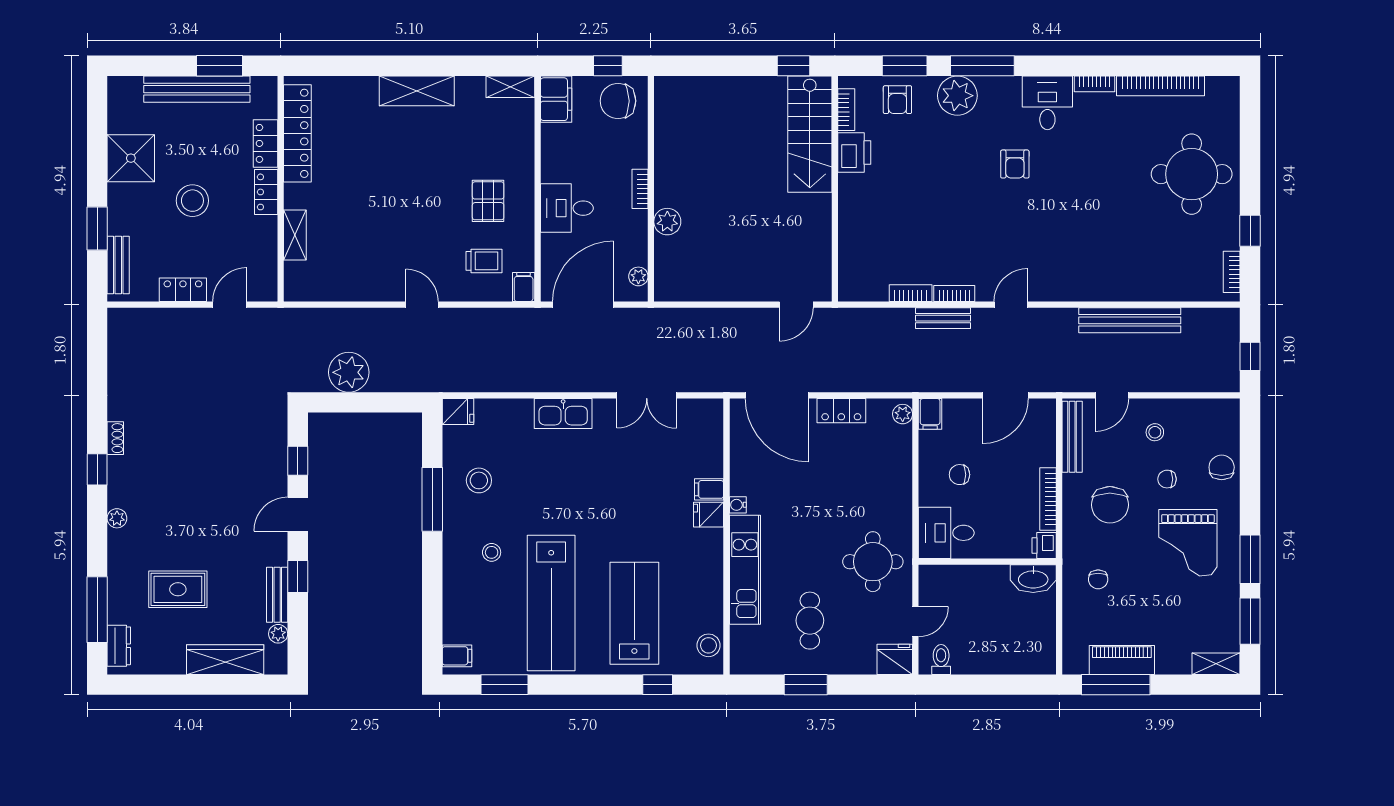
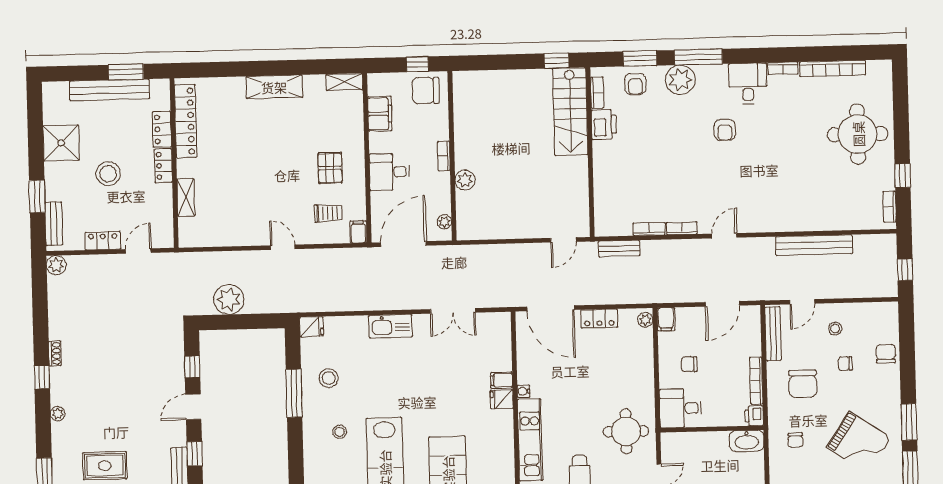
filing cabinet: (556, 99) -> (380, 114), moved
bench: (943, 318) -> (619, 249), moved
plant: (120, 321) -> (56, 265), added
grand piano: (1188, 543) -> (859, 443), moved, turned -56

